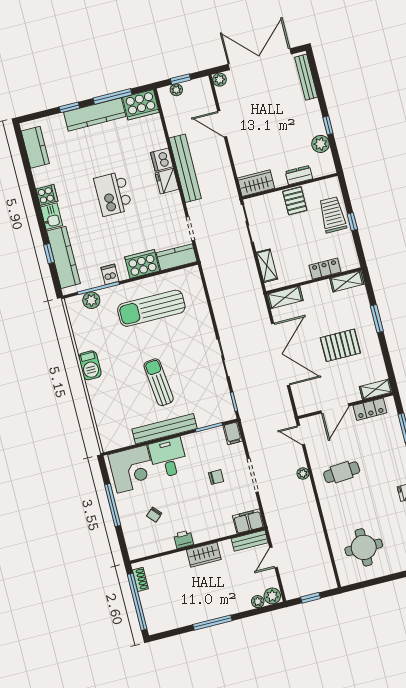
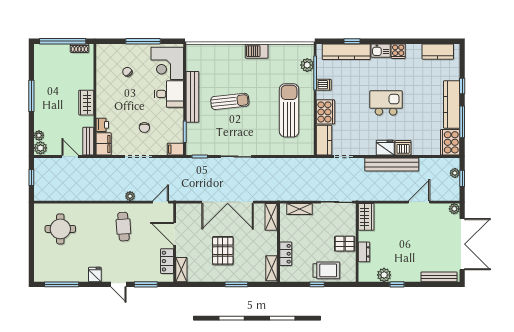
printer: (184, 539) -> (102, 125), moved

